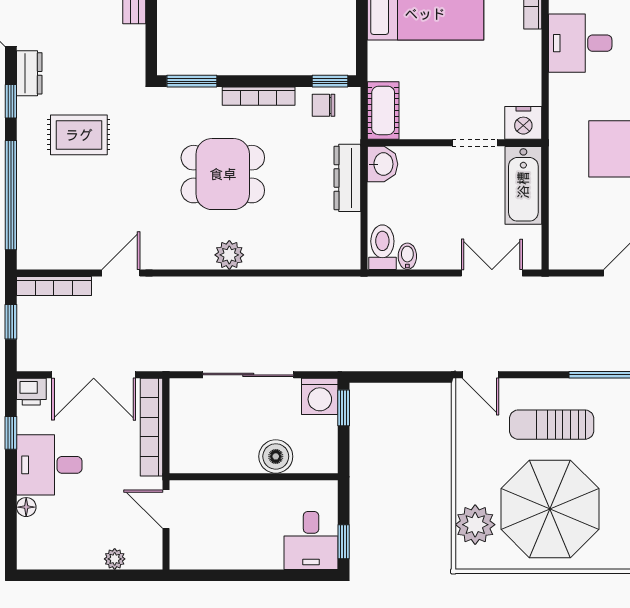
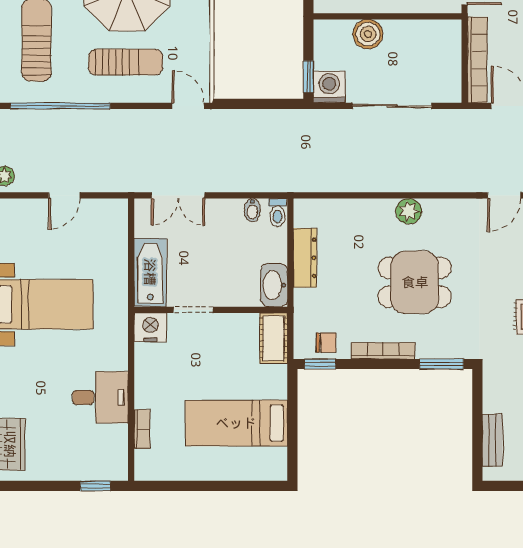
washbasin: (383, 164) -> (274, 285), width x1.38
dresser: (347, 178) -> (305, 258), moved
toilet: (382, 247) -> (277, 213), width x0.73, depth x0.72

